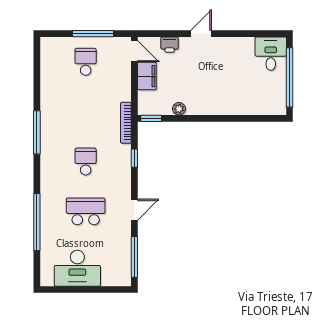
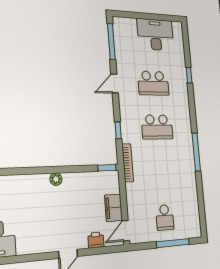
window: (93, 34) -> (173, 243), moved
door: (134, 51) -> (126, 231), hinge flipped
plant: (179, 109) -> (56, 179), moved
school desk: (86, 162) -> (157, 127), width x1.85
window: (37, 222) -> (189, 75), width x0.32

